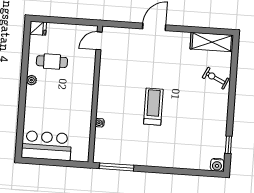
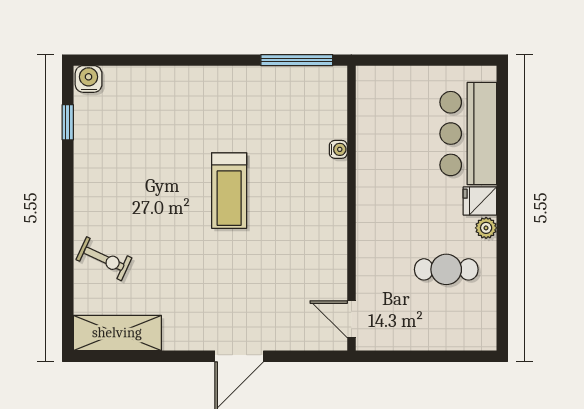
fridge: (38, 28) -> (480, 201), moved
door: (99, 41) -> (351, 319), swing flipped
bar counter: (46, 146) -> (468, 134), moved, turned 90

